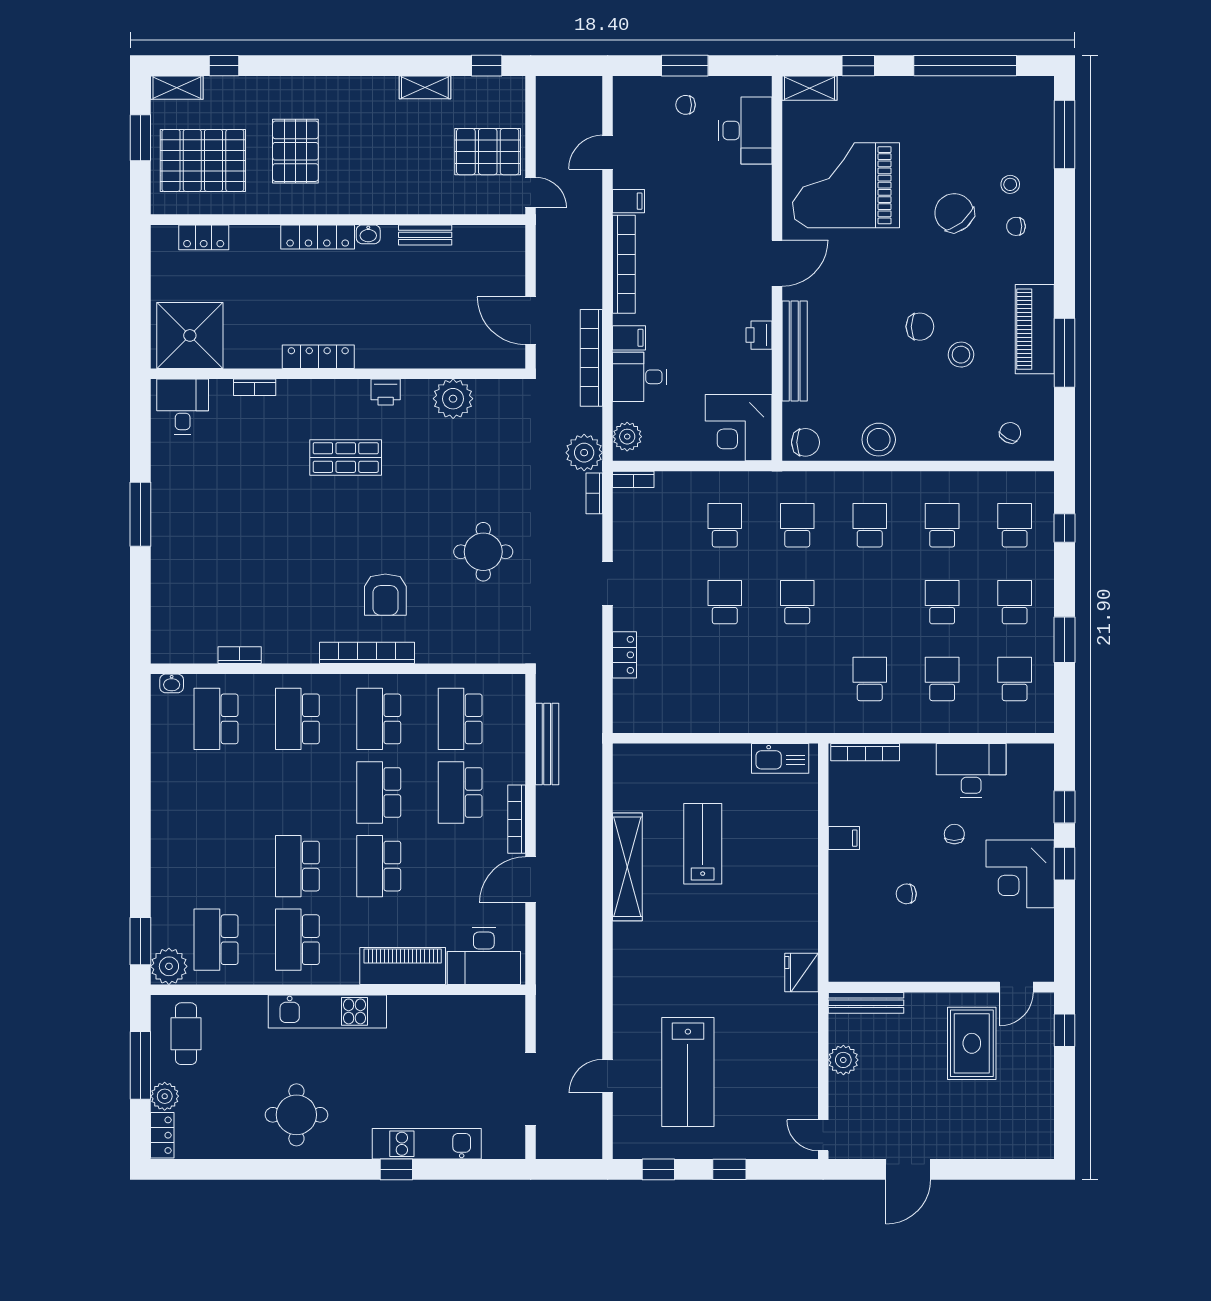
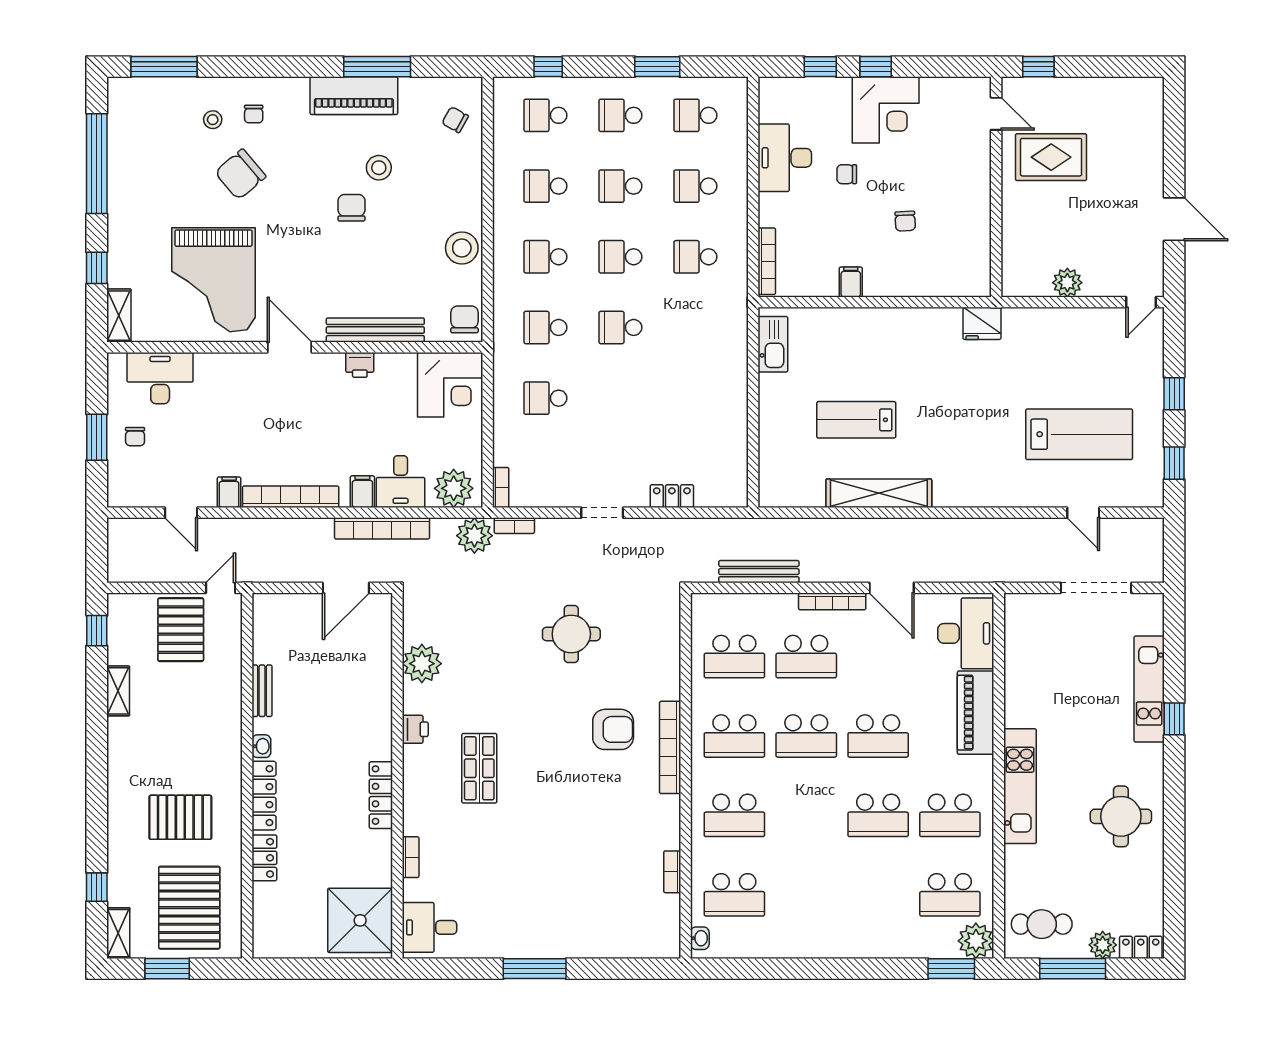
locker: (204, 237) -> (264, 858), moved
plant: (627, 437) -> (454, 488), width x1.36, depth x1.36
school desk: (725, 602) -> (620, 257), moved
bench: (866, 1003) -> (1012, 260), removed

